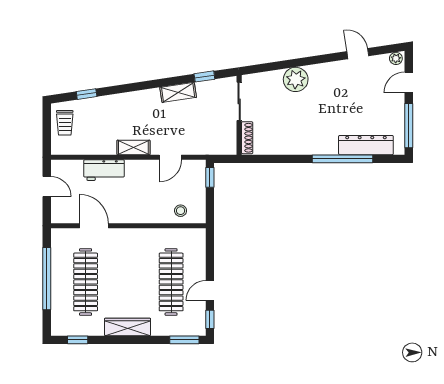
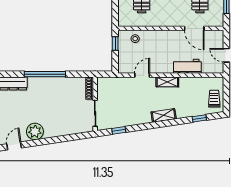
door: (358, 54) -> (14, 146), swing flipped
plant: (296, 79) -> (35, 131), moved
shelving: (178, 92) -> (164, 115), moved
window: (343, 159) -> (45, 74), moved
window: (210, 177) -> (115, 43), moved

